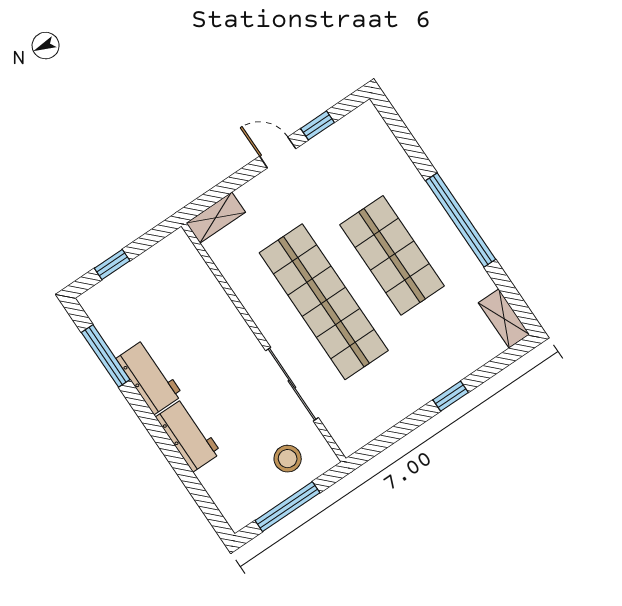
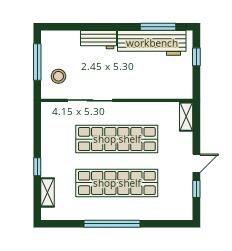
shop shelf: (392, 255) -> (117, 183), width x1.40
shelving: (504, 318) -> (48, 192), moved, turned 90
workbench: (149, 377) -> (152, 43), width x1.88, depth x1.32

